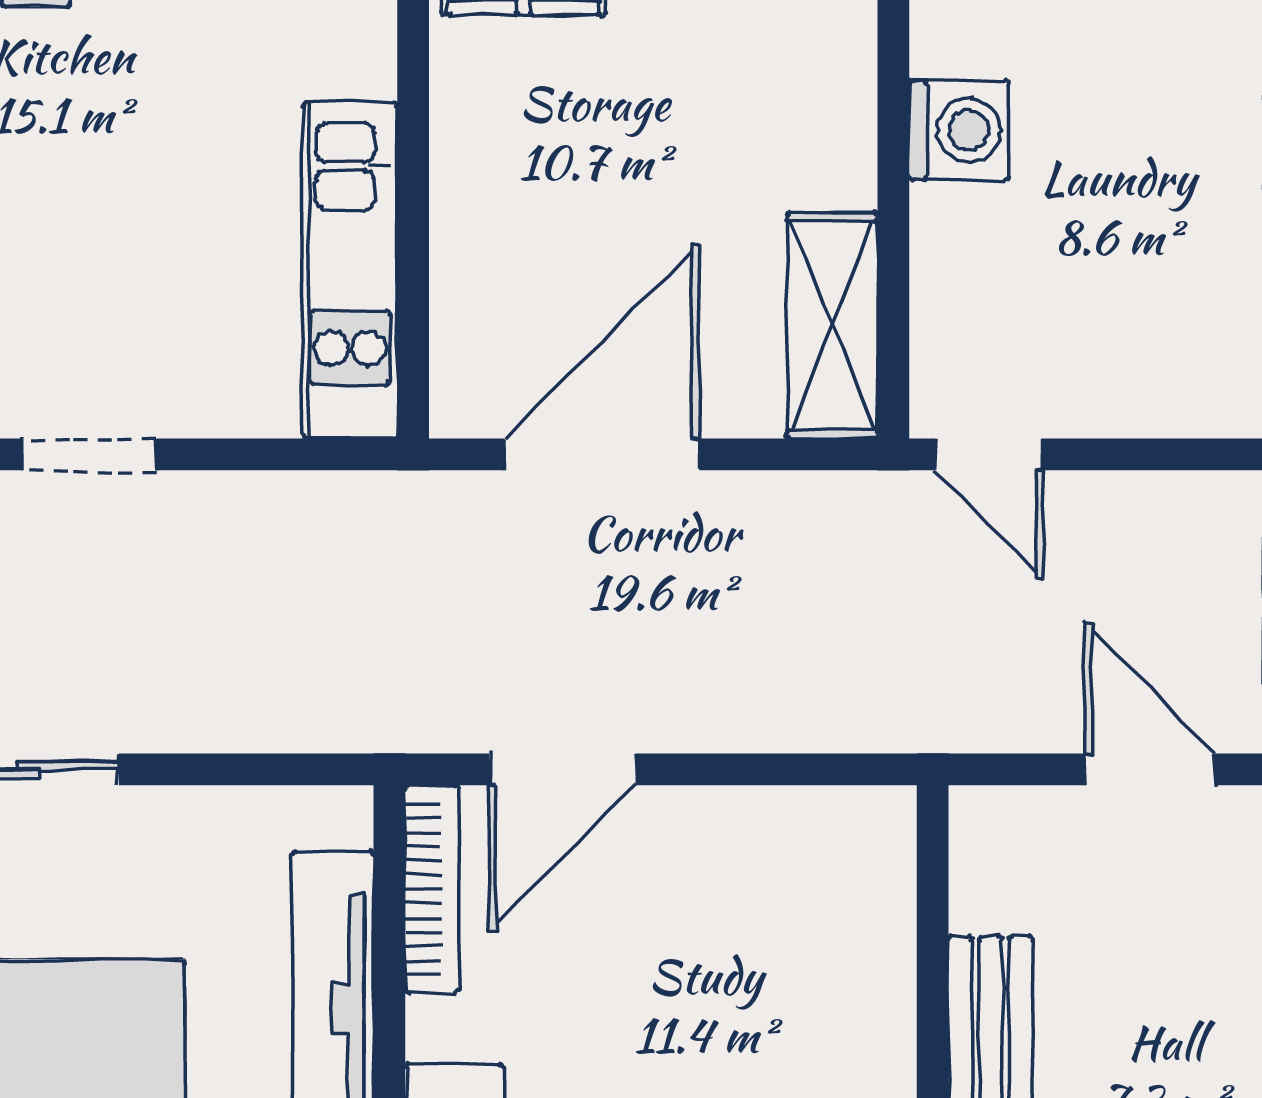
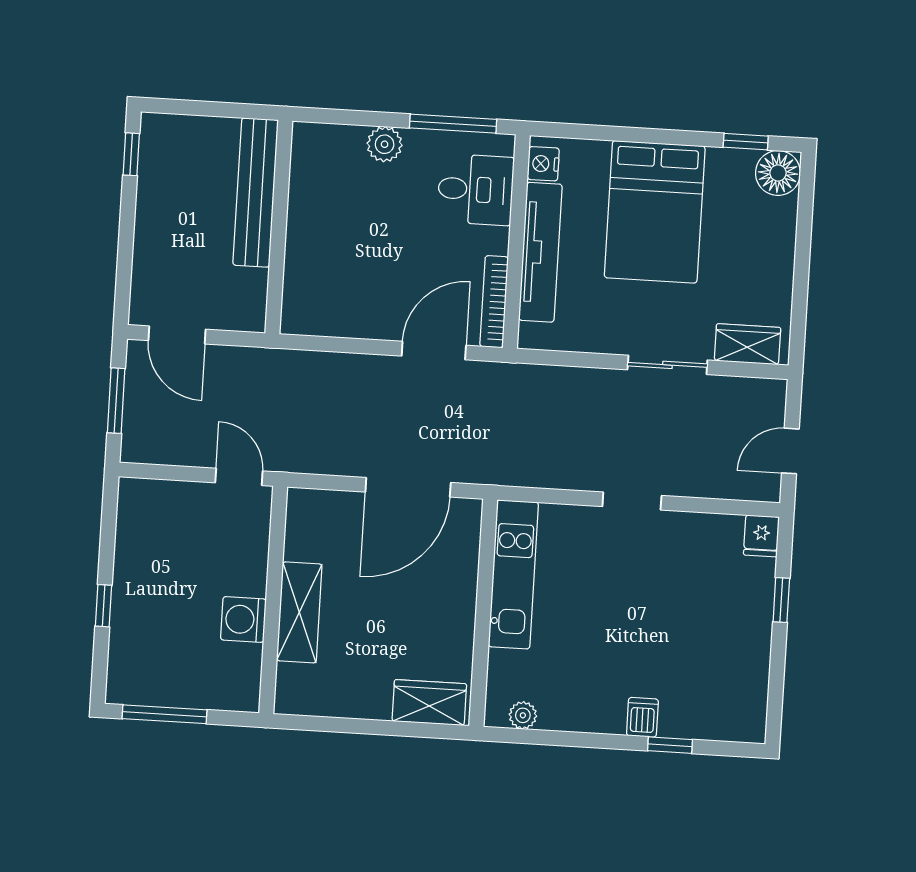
shelving: (832, 326) -> (299, 612), moved

